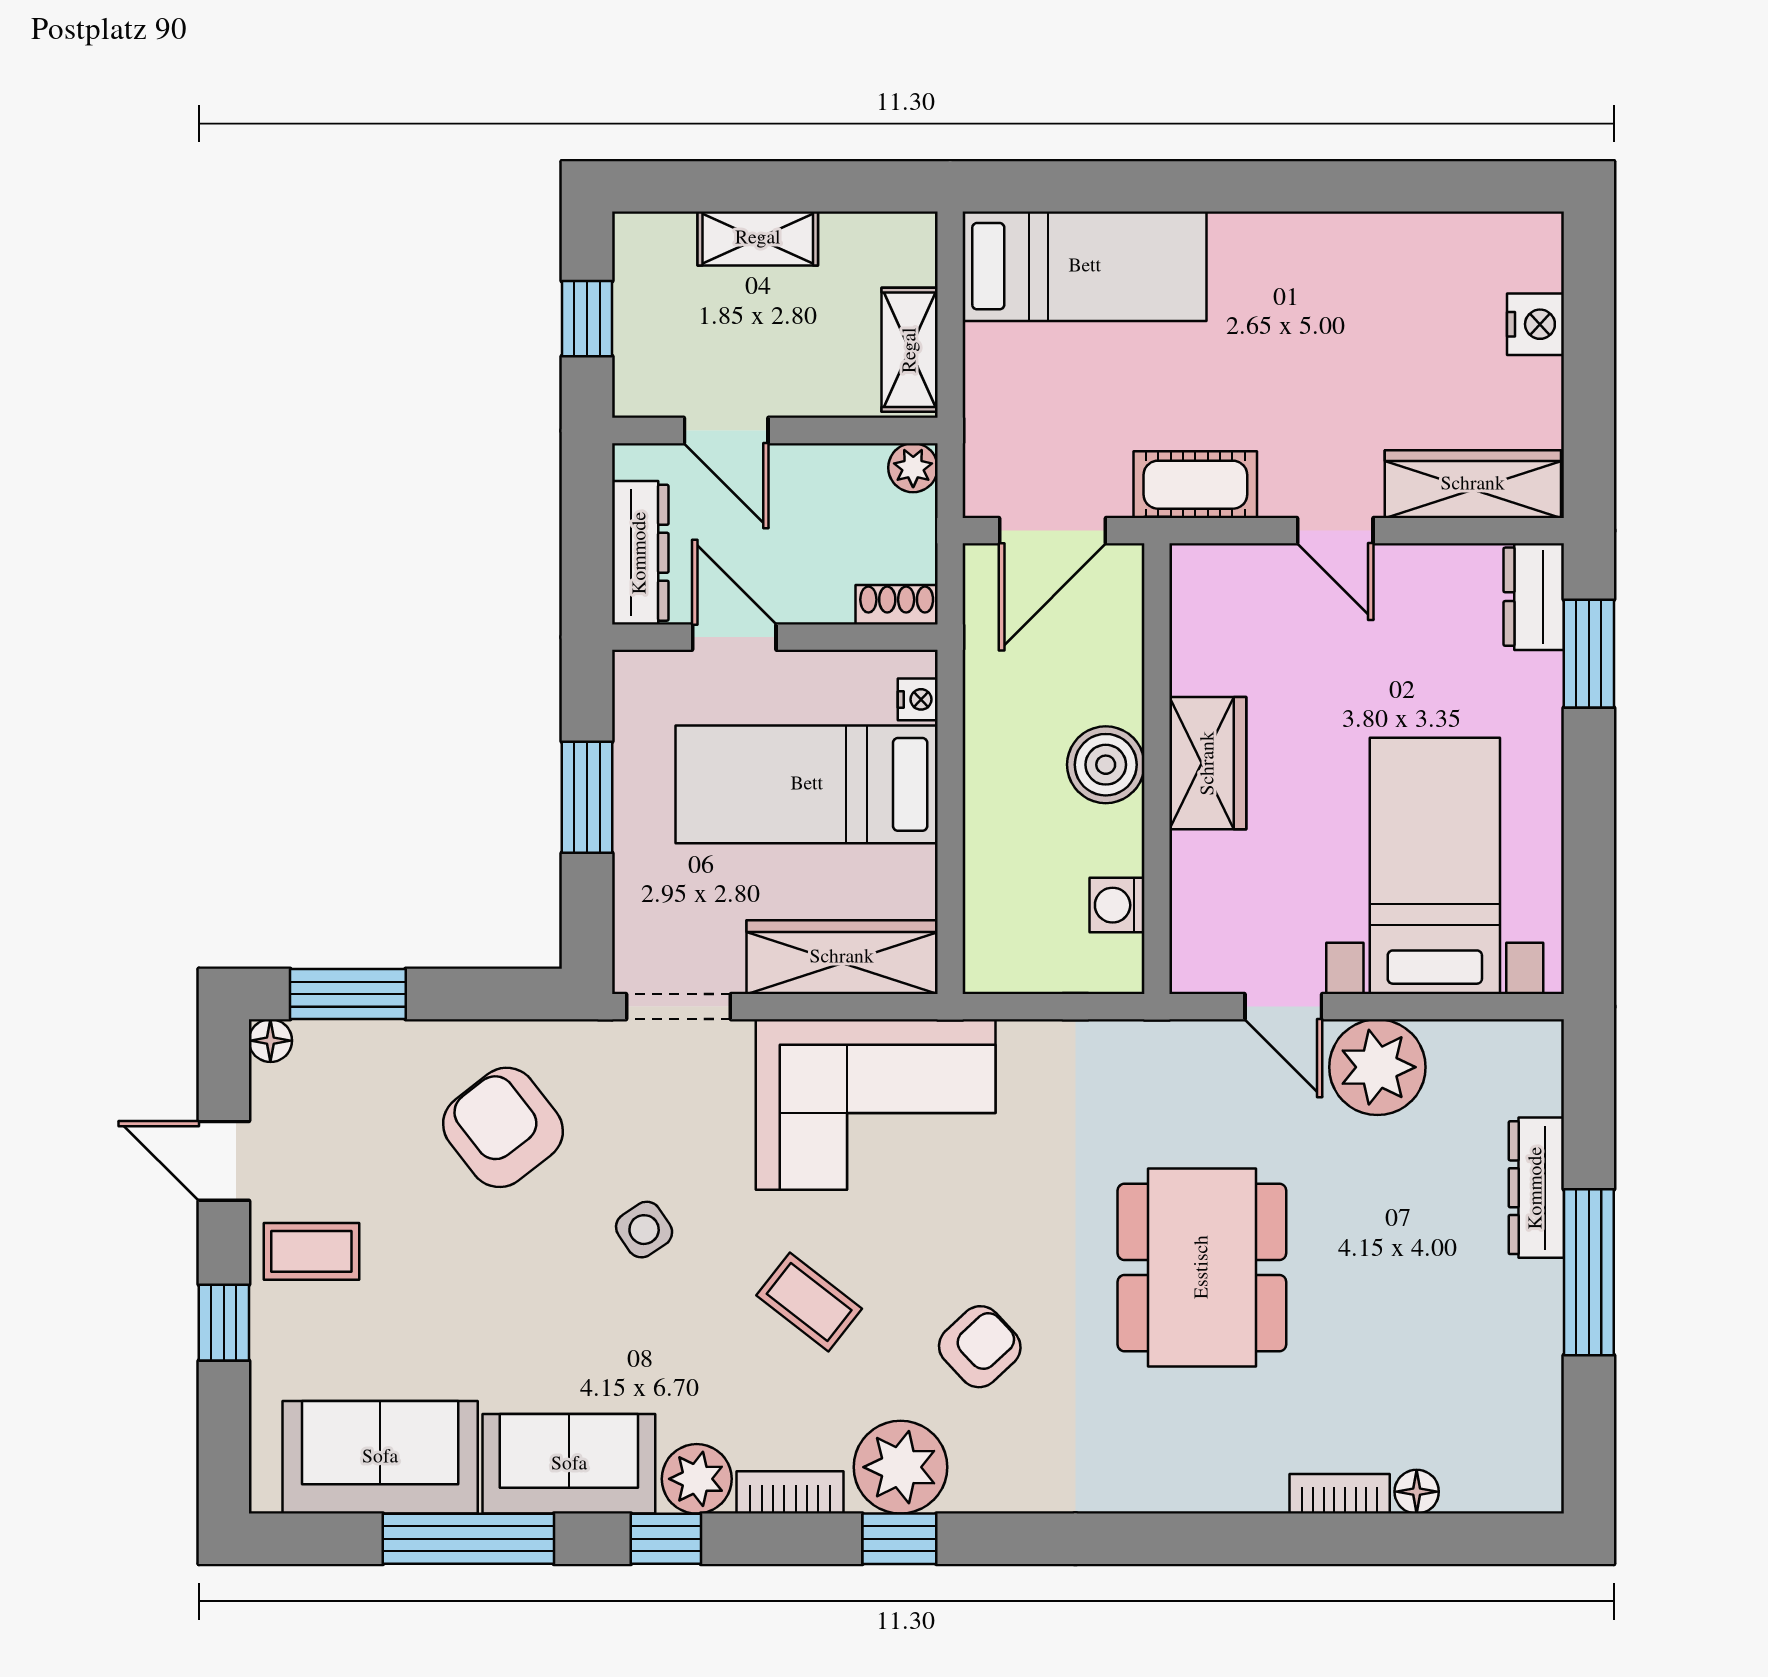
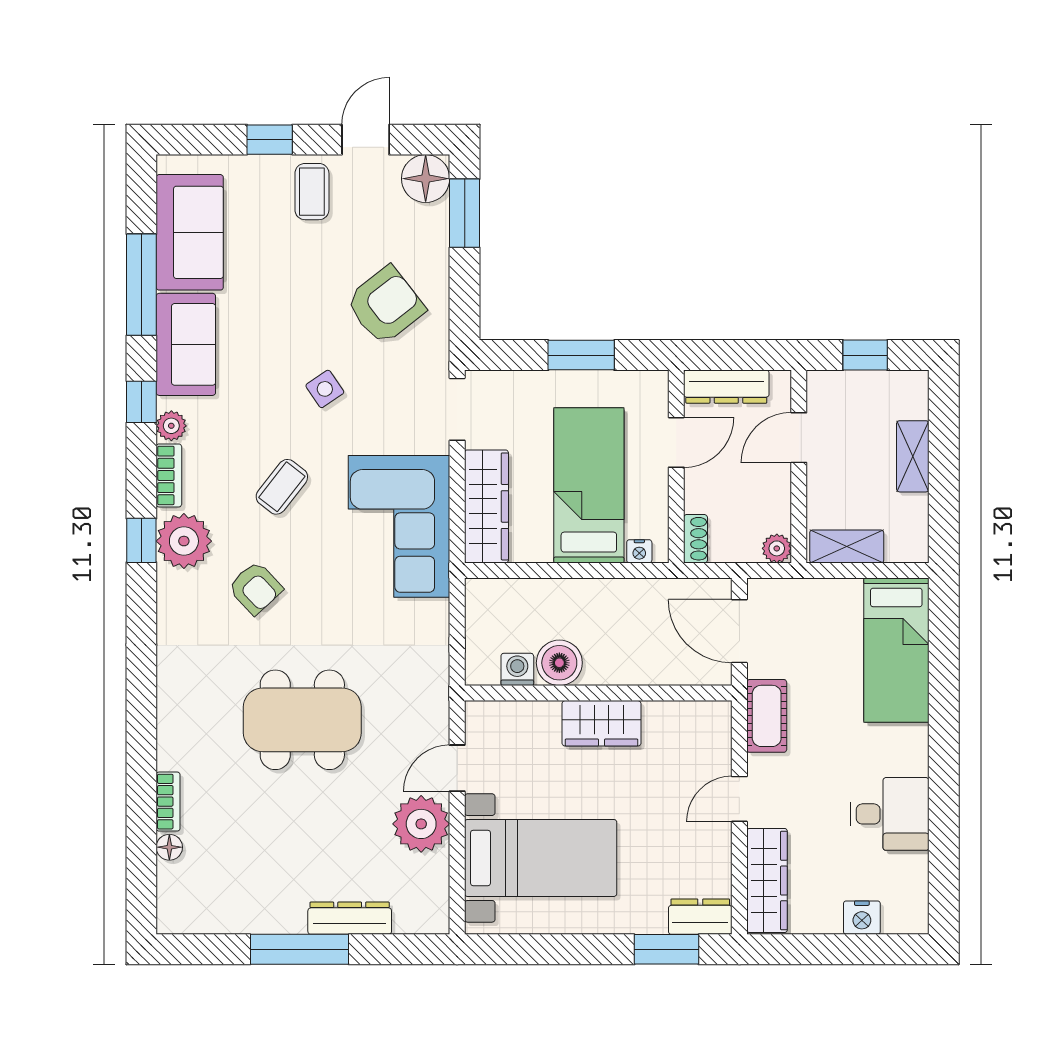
desk: (1361, 278) -> (889, 814), added
boiler: (1106, 765) -> (559, 663), moved
floor lamp: (270, 1041) -> (426, 179), width x1.89, depth x1.89
plant: (697, 1479) -> (171, 426), width x0.73, depth x0.73

